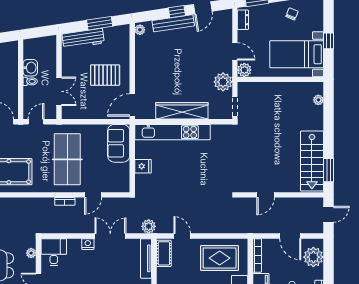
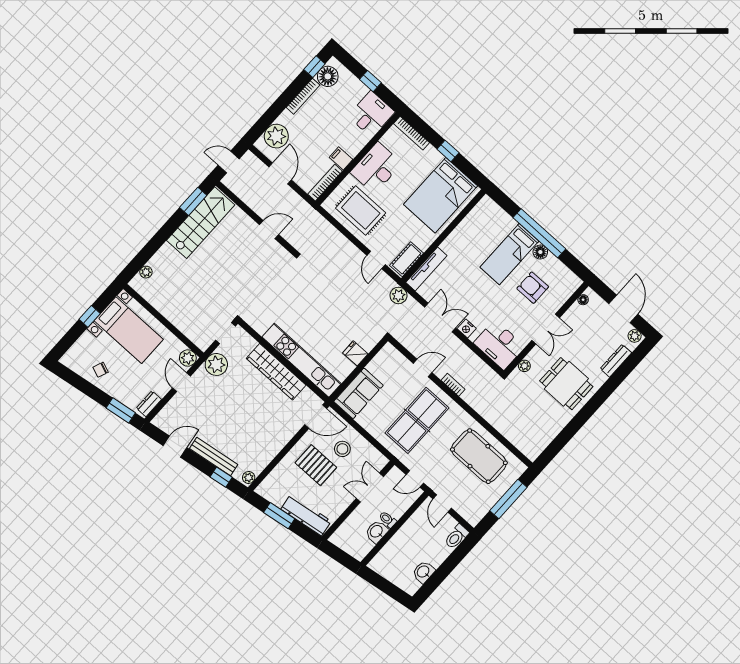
window: (177, 12) -> (221, 477), moved
stool: (98, 100) -> (342, 449), added
double door: (110, 236) -> (440, 318), swing flipped
desk: (54, 252) -> (499, 345), width x1.37

